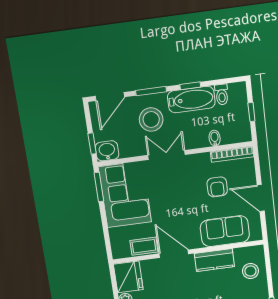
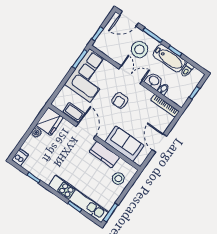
washbasin: (107, 151) -> (154, 81), moved
armchair: (217, 187) -> (120, 100), moved

